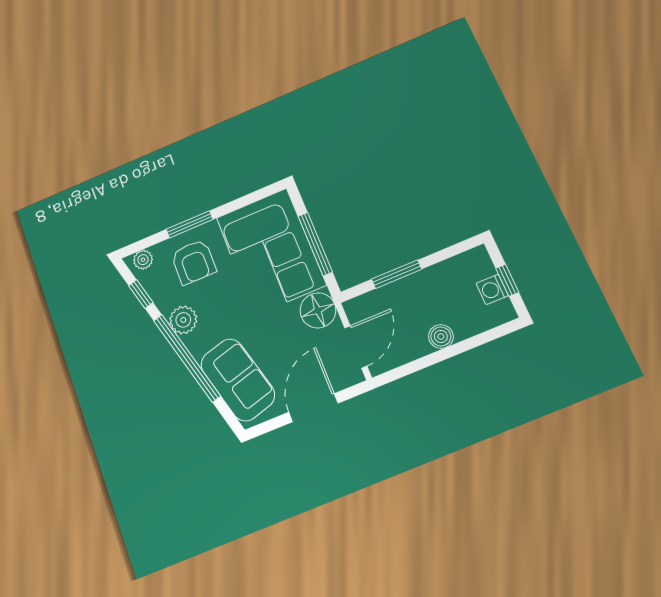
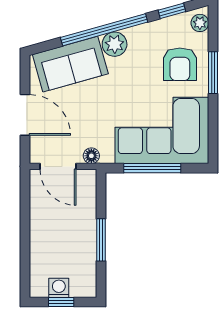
armchair: (194, 262) -> (180, 64), turned -90
window: (397, 274) -> (101, 240), moved
floor lamp: (318, 310) -> (91, 156), width x0.53, depth x0.53
plant: (183, 320) -> (115, 44), moved
boiler: (441, 336) -> (39, 234), removed

